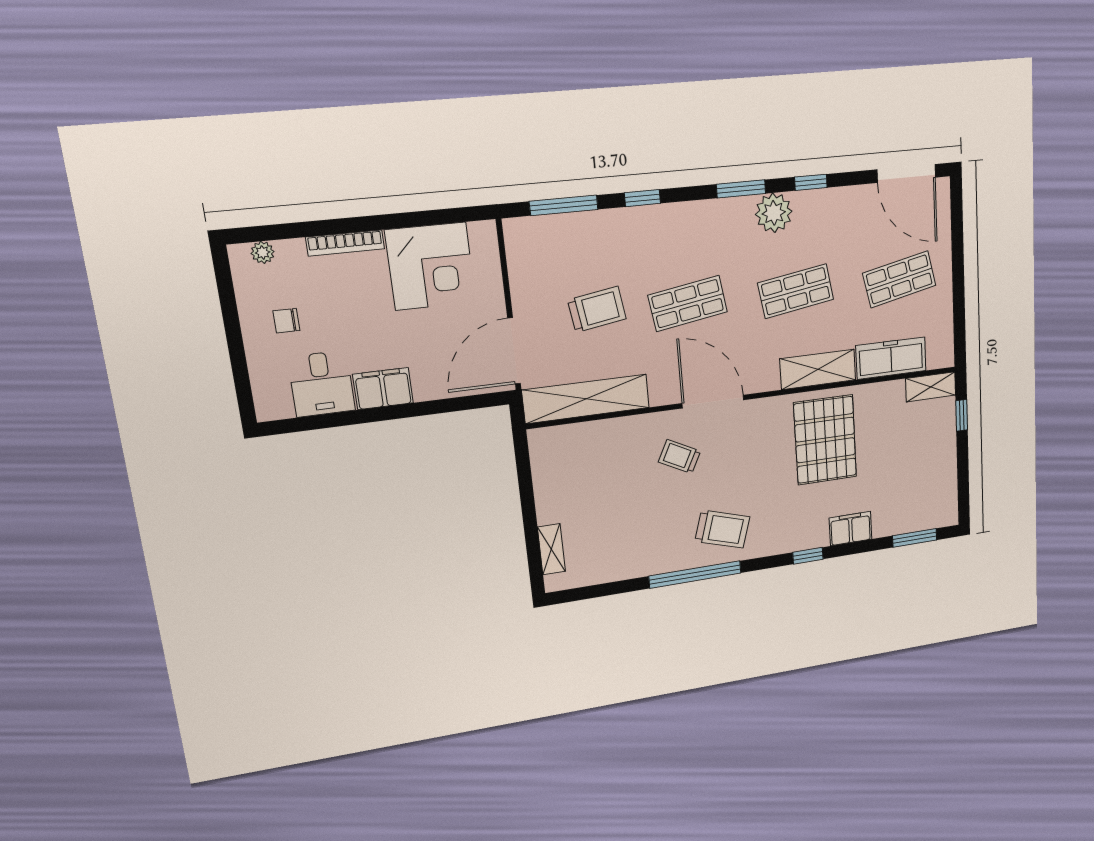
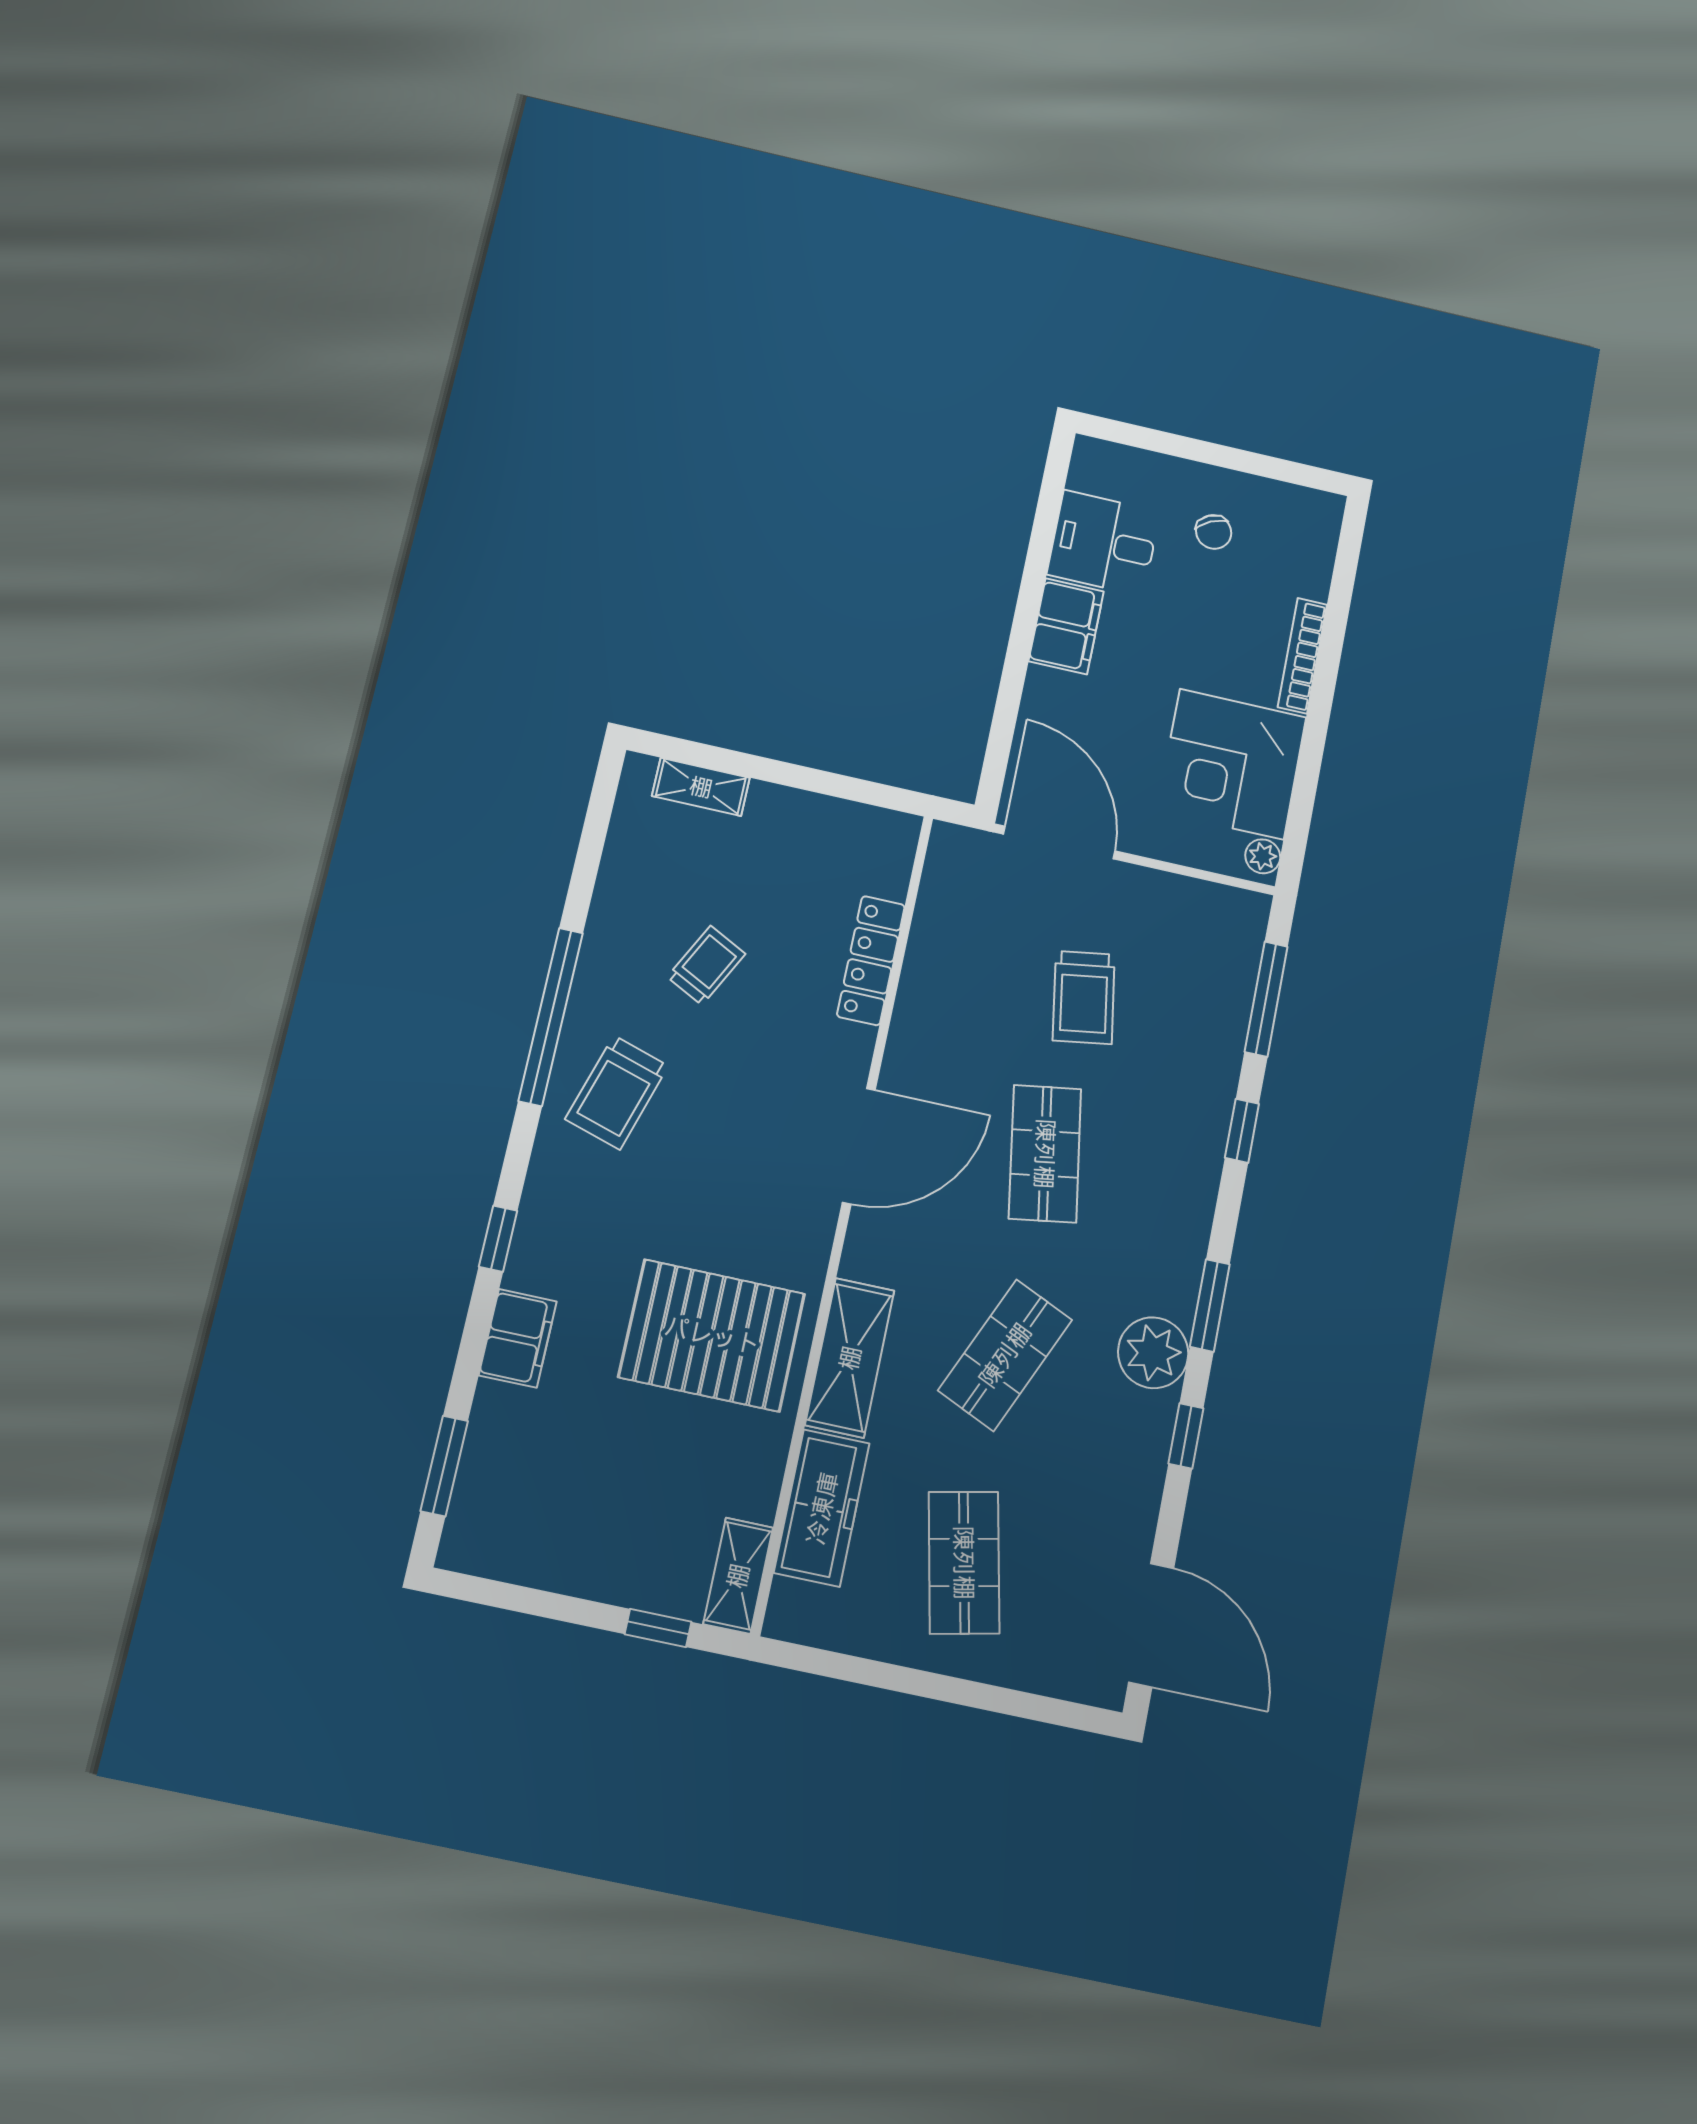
door: (906, 173) -> (1151, 1625), swing flipped
plant: (263, 252) -> (1263, 856), moved
shop shelf: (796, 291) -> (1005, 1355), turned 33
chair: (286, 321) -> (1214, 532), turned 153
shelving: (586, 399) -> (940, 930), removed
locker: (615, 429) -> (871, 961), added
trolley: (679, 456) -> (706, 965), moved

